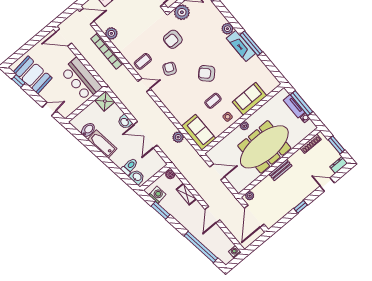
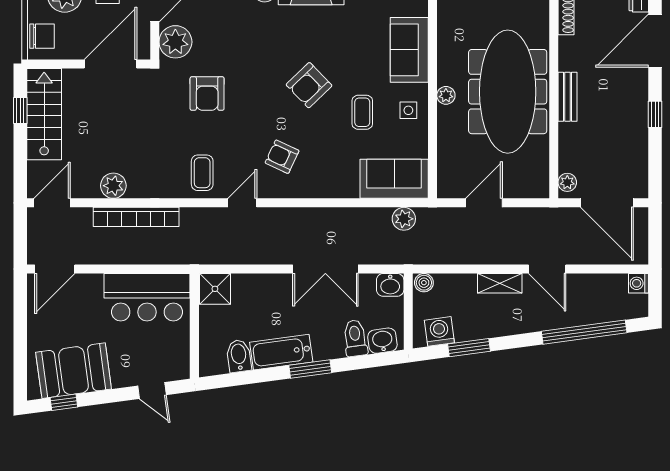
armchair: (170, 69) -> (282, 157), moved
door: (49, 109) -> (152, 390), swing flipped
washbasin: (125, 122) -> (390, 285), moved
plant: (178, 137) -> (404, 219), moved
window: (105, 160) -> (310, 369), added
door: (327, 185) -> (655, 41), width x1.87
shelving: (186, 194) -> (500, 283), moved

